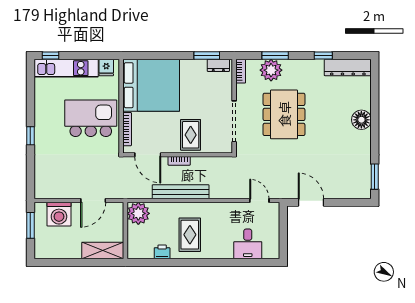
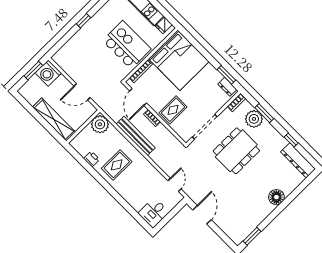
washing machine: (59, 214) -> (48, 73), moved
desk: (248, 244) -> (154, 213), moved
shelving: (103, 251) -> (54, 120), width x1.47

